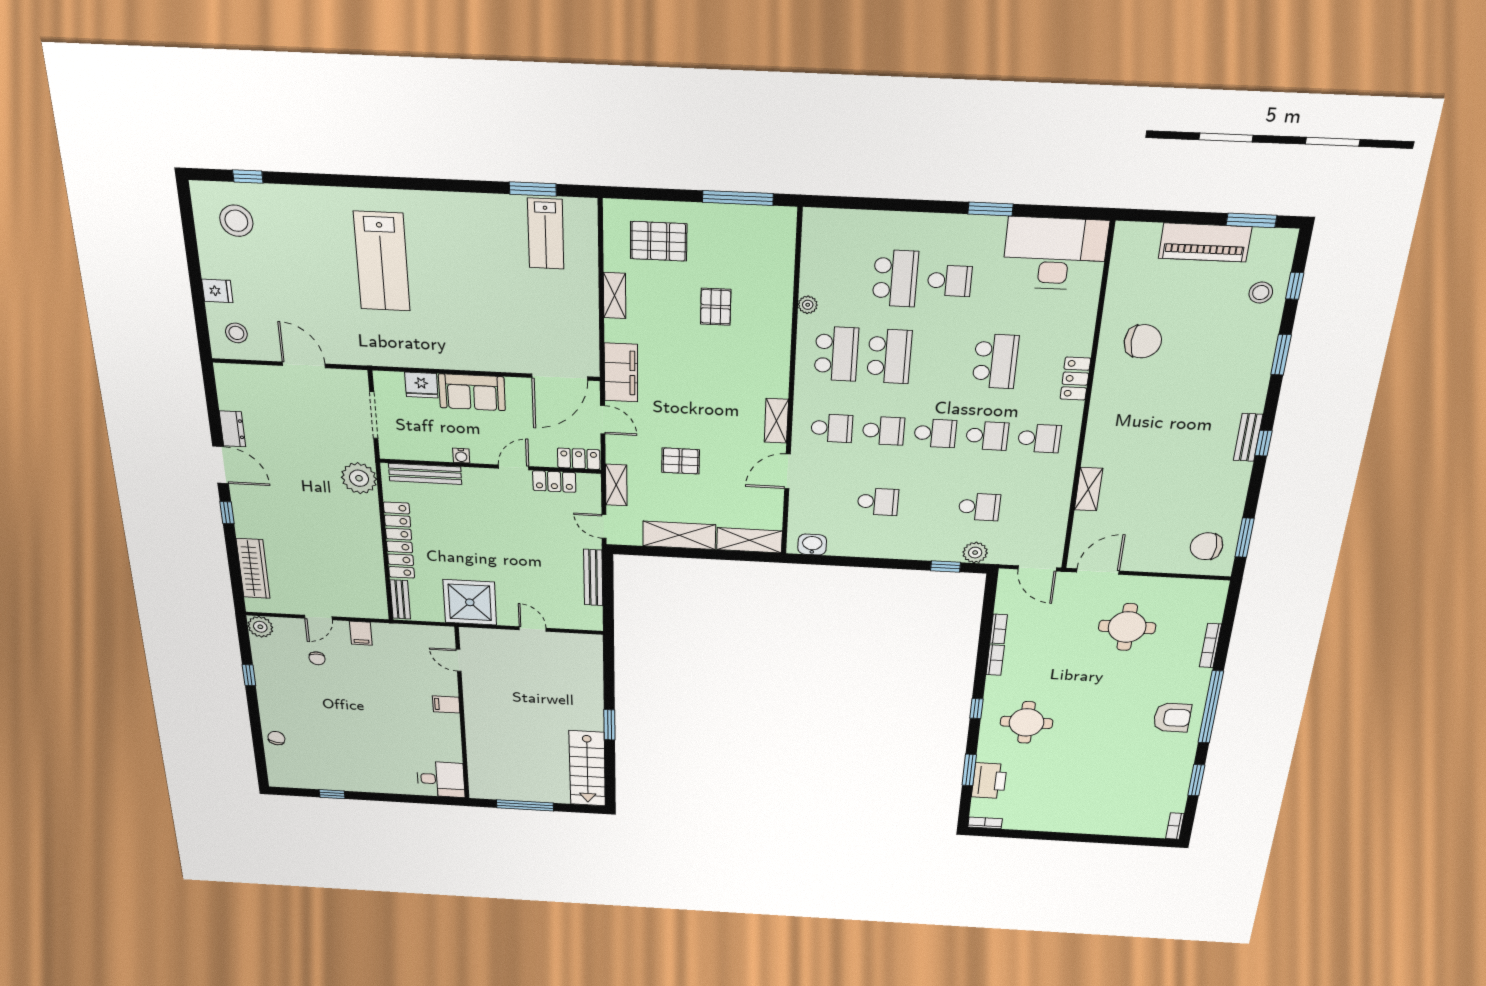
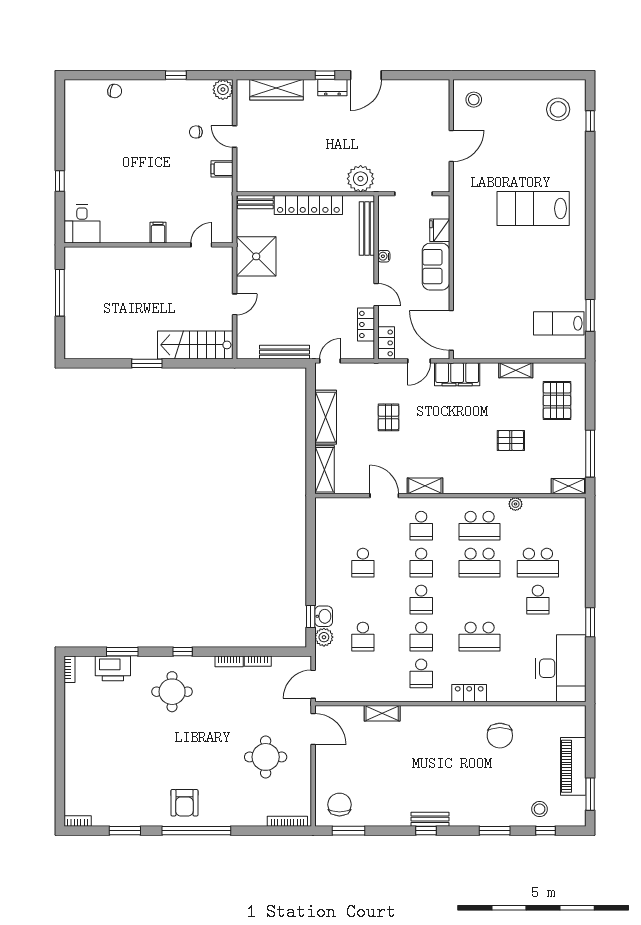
fridge: (217, 291) -> (505, 90), removed
dresser: (232, 429) -> (332, 88), moved
shelving: (616, 485) -> (569, 486), moved
washbasin: (812, 545) -> (324, 616), moved
bookcase: (1210, 646) -> (287, 821), moved
stairs: (587, 769) -> (195, 345), moved
window: (332, 794) -> (60, 181), moved

